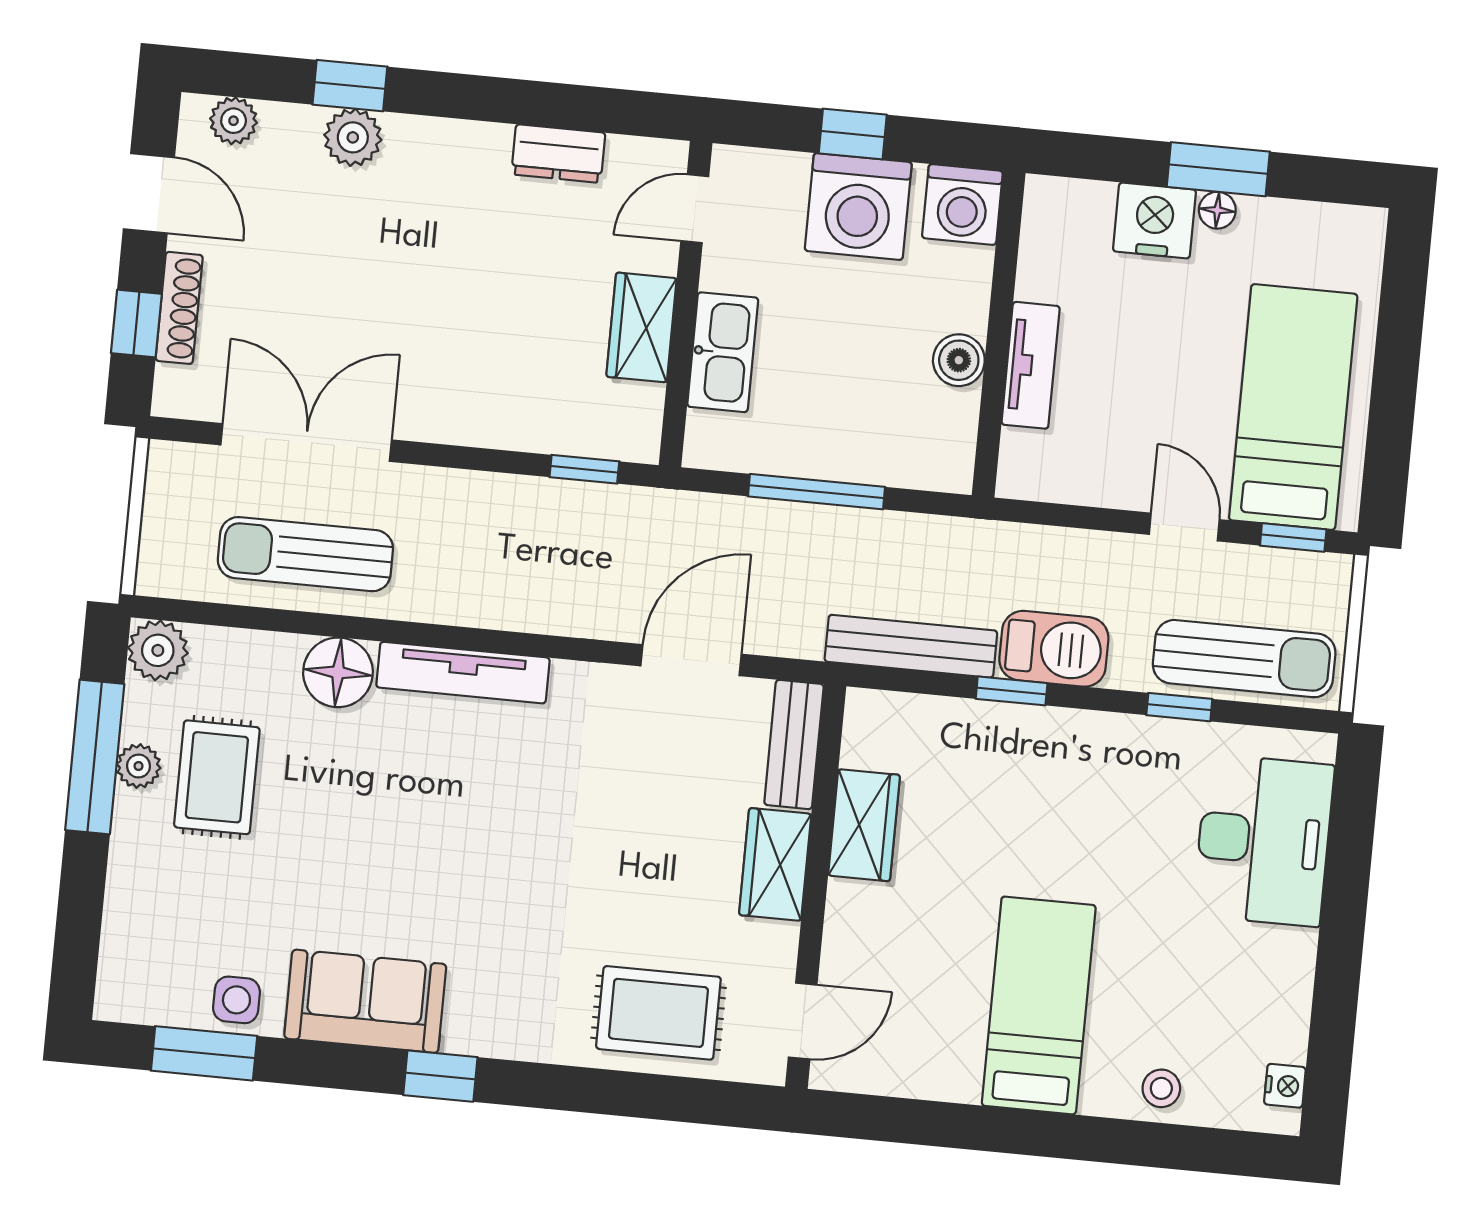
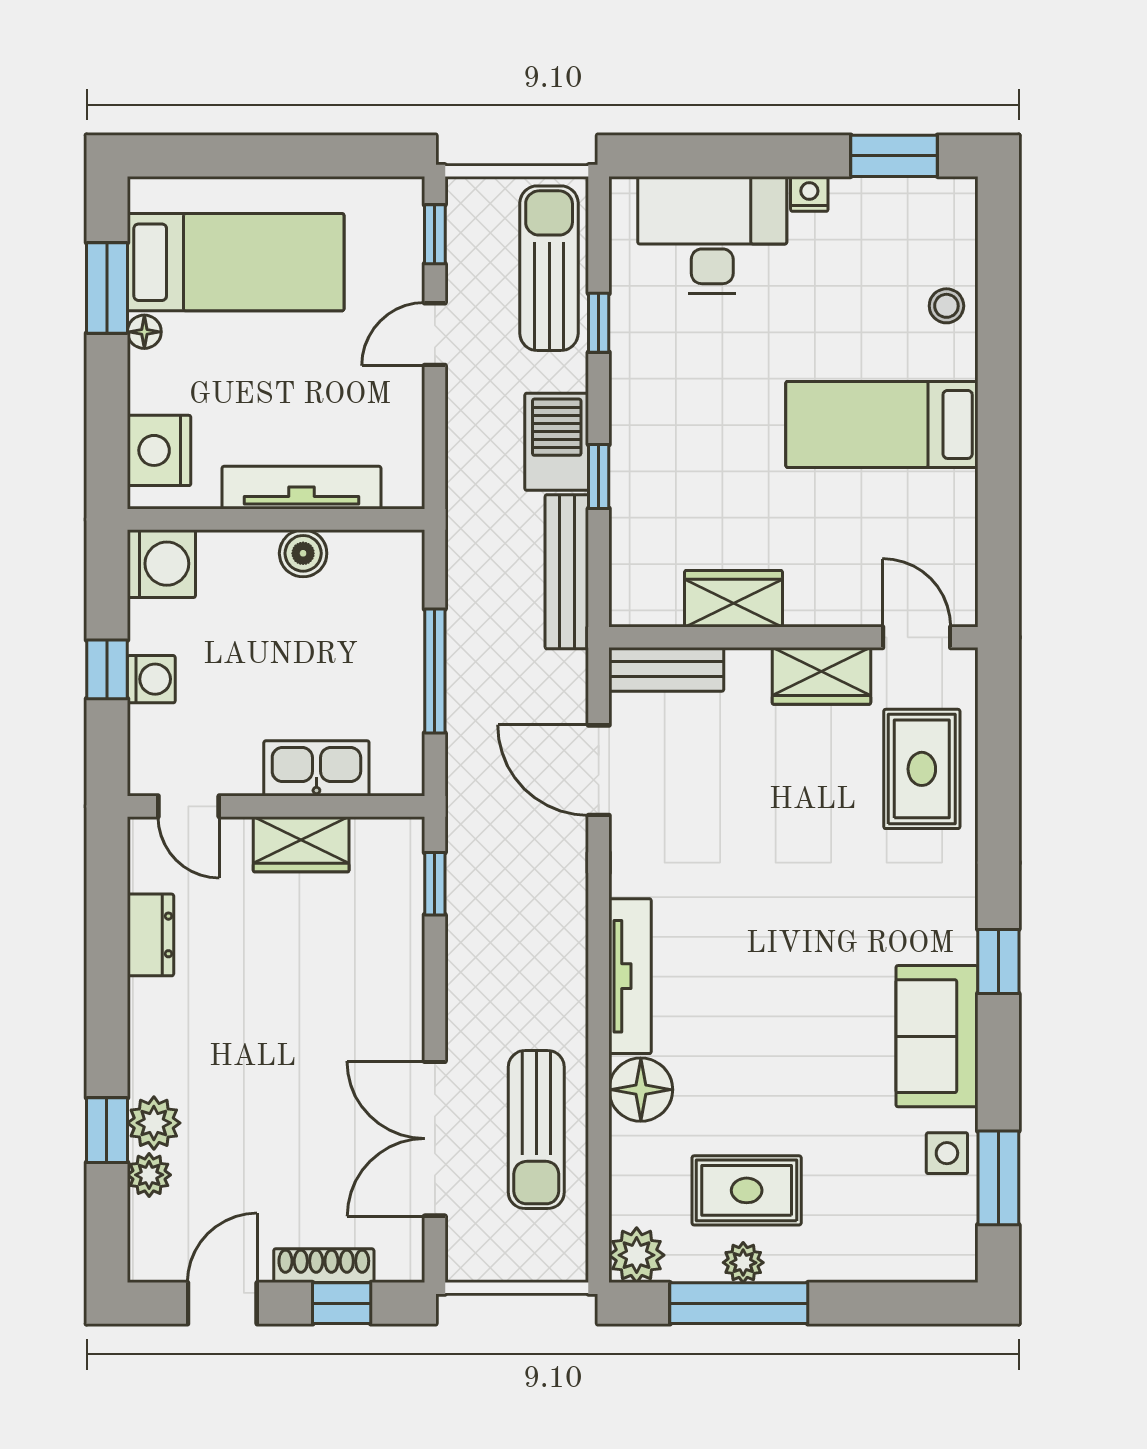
plant: (234, 121) -> (149, 1175), moved
window: (1218, 169) -> (107, 288), moved
washing machine: (858, 207) -> (151, 679), width x0.53, depth x0.53
nightstand: (1154, 220) -> (159, 450), moved
tv unit: (1031, 365) -> (301, 488), width x1.41
bed: (1293, 407) -> (236, 262), moved, turned 180
wardrobe: (775, 864) -> (821, 676), moved
window: (1331, 1047) -> (894, 156), added
nightstand: (1285, 1086) -> (809, 194), moved

